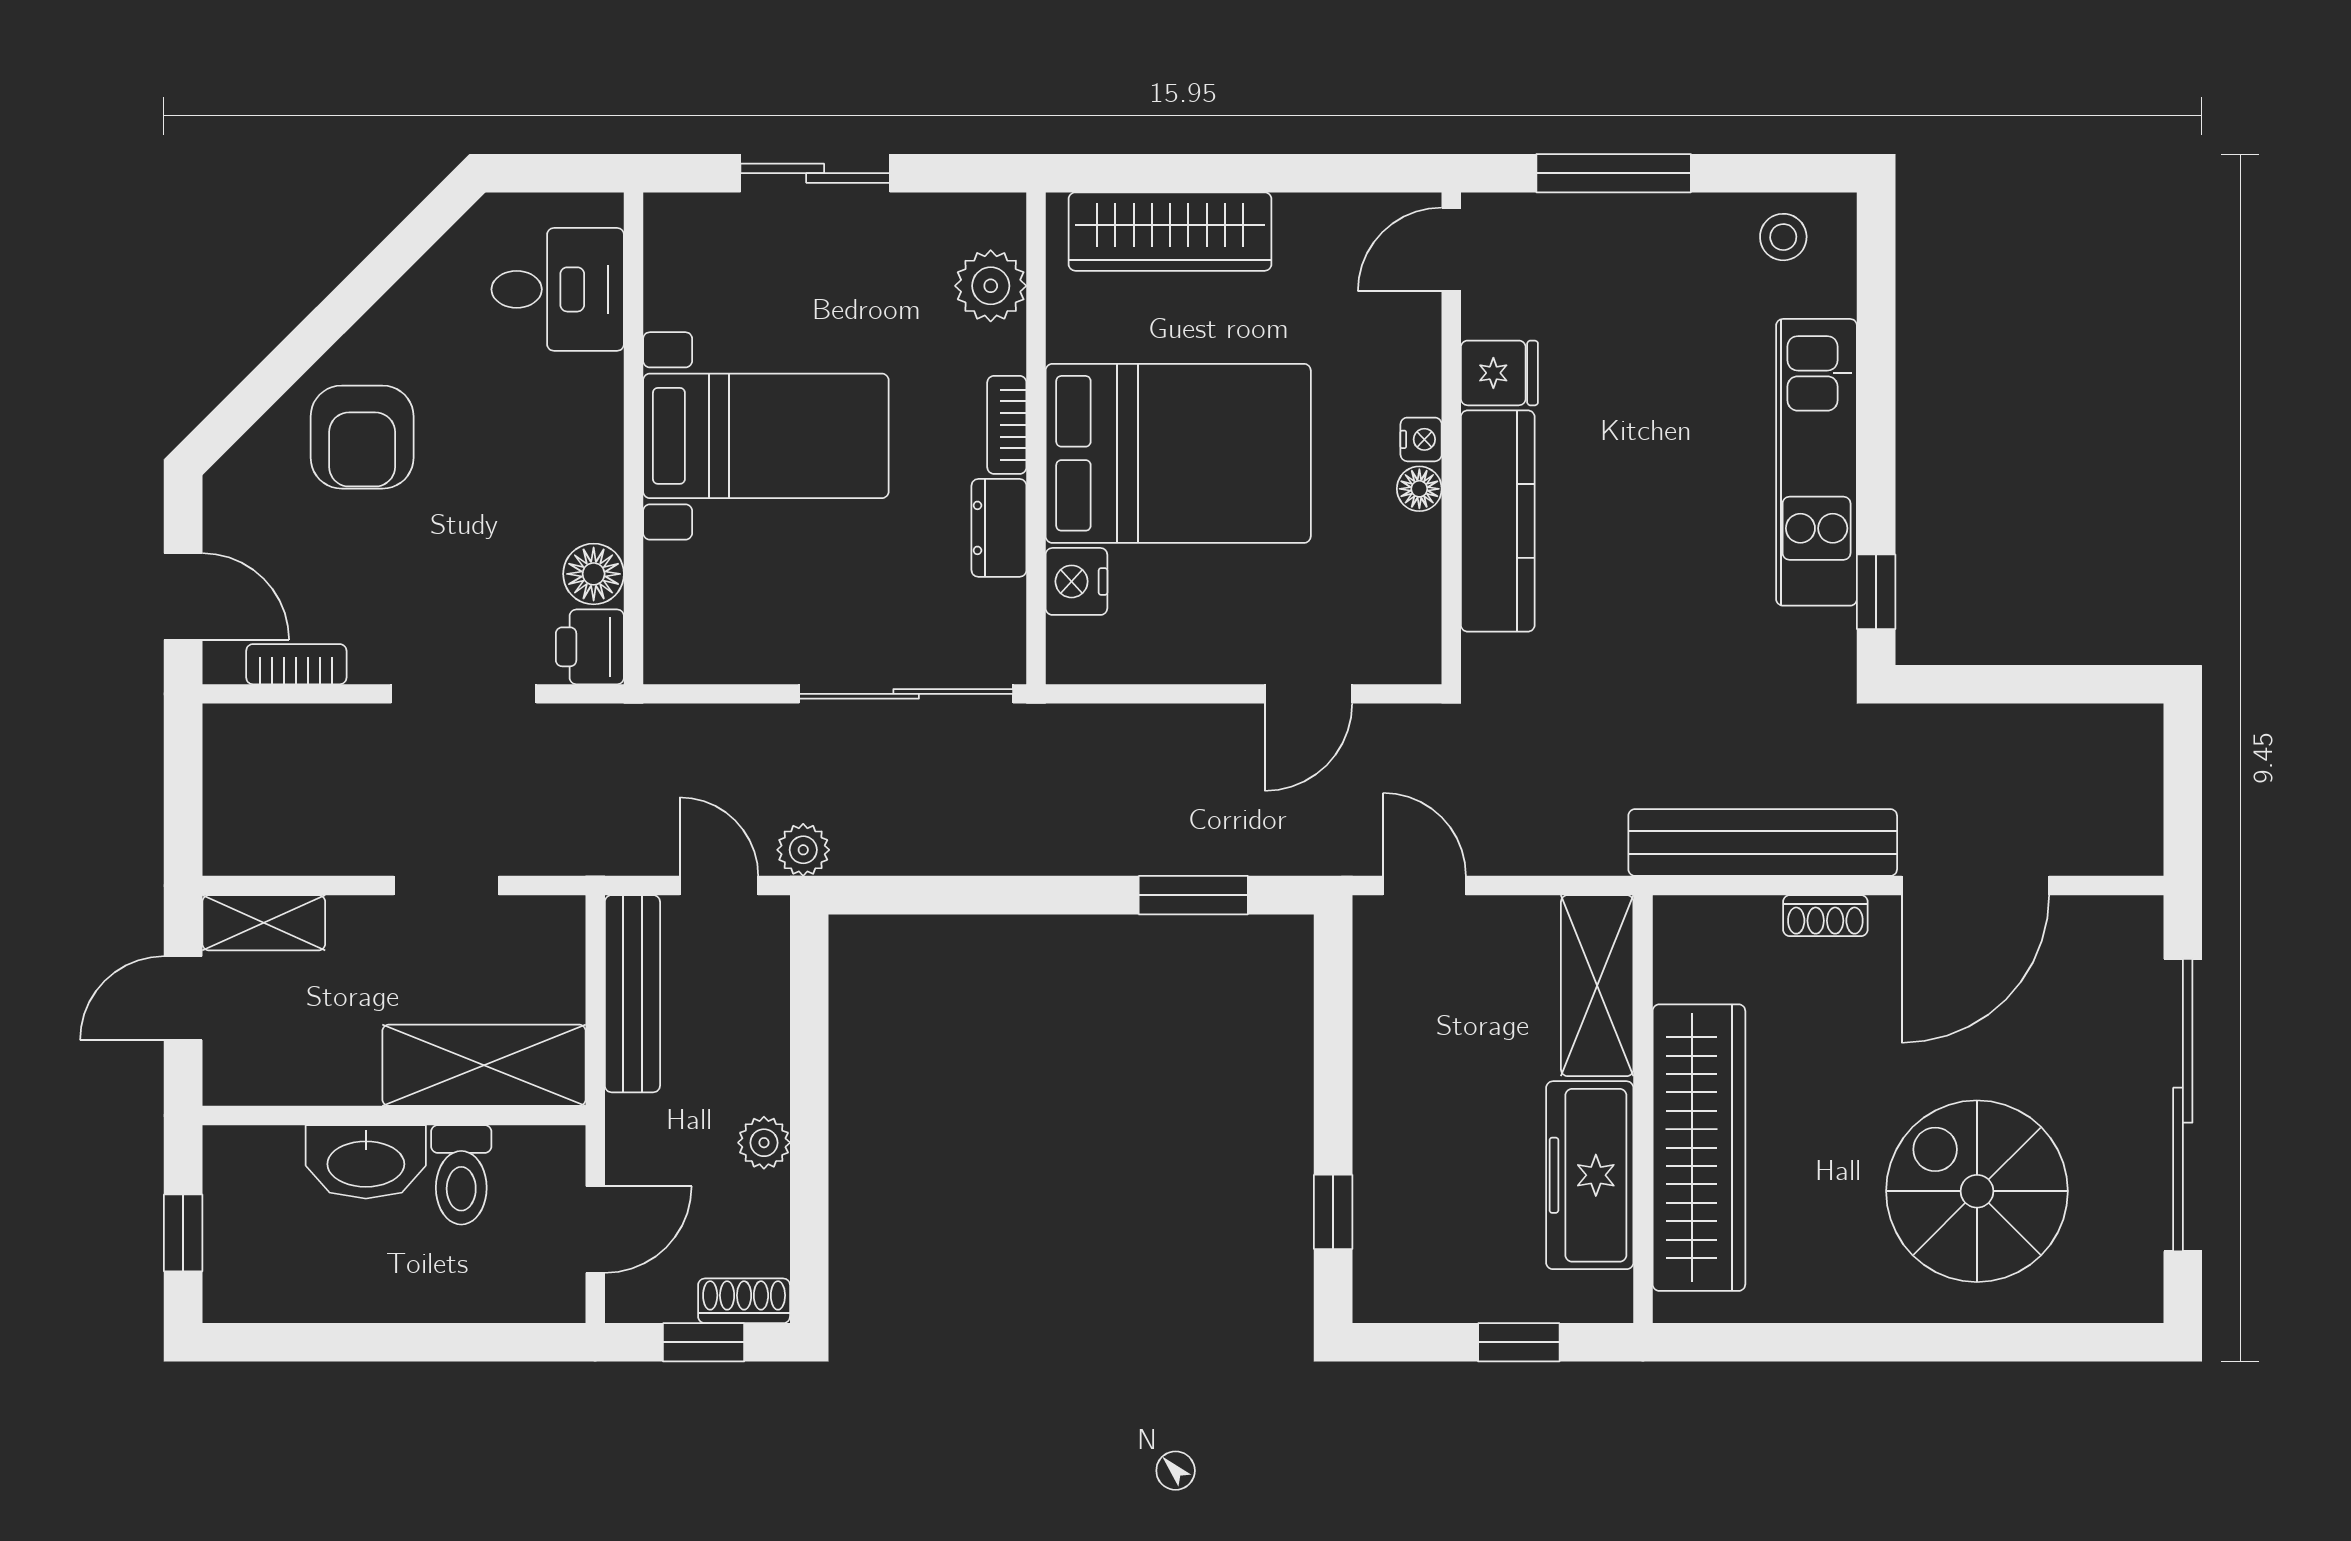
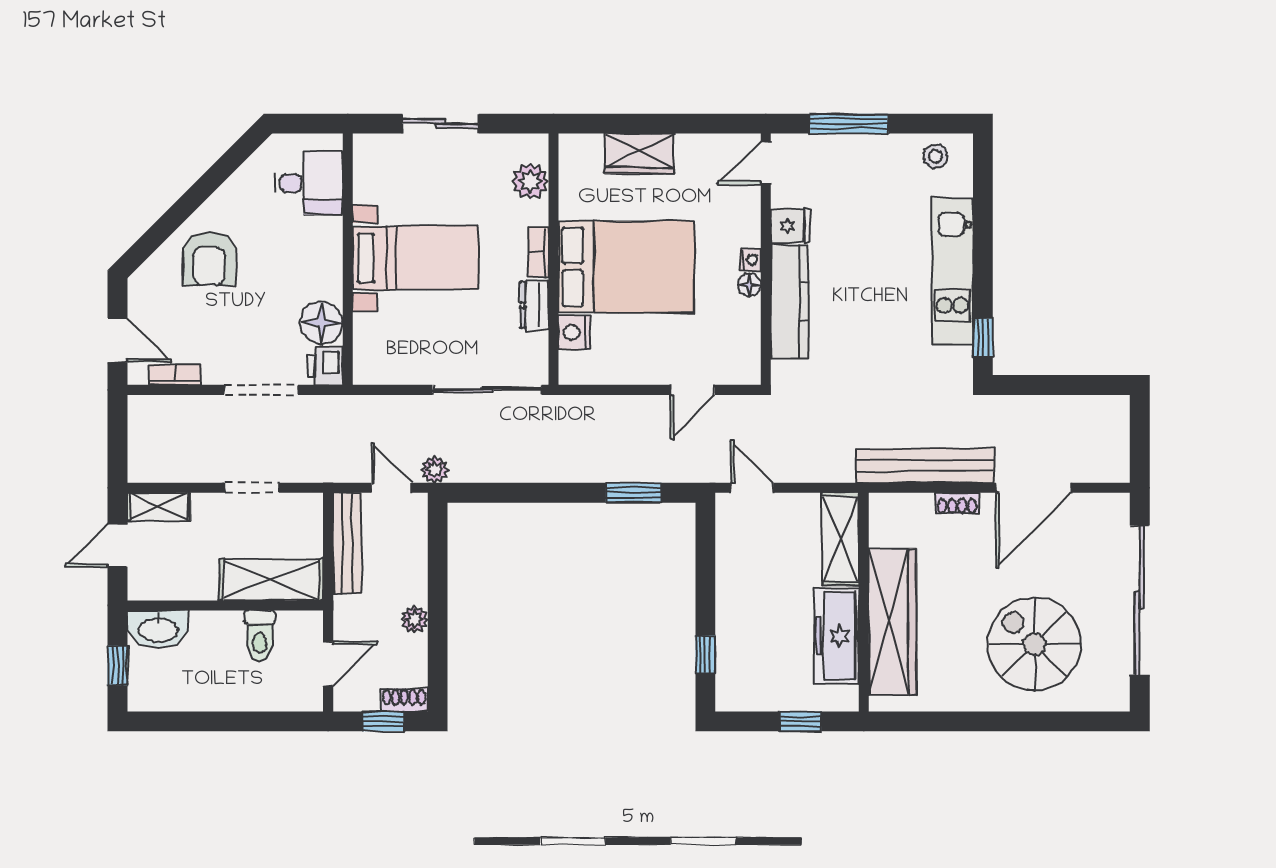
wardrobe: (1170, 232) -> (639, 154), width x0.67
floor lamp: (594, 574) -> (321, 323), width x1.38, depth x1.38
washbasin: (366, 1162) -> (158, 629), moved

